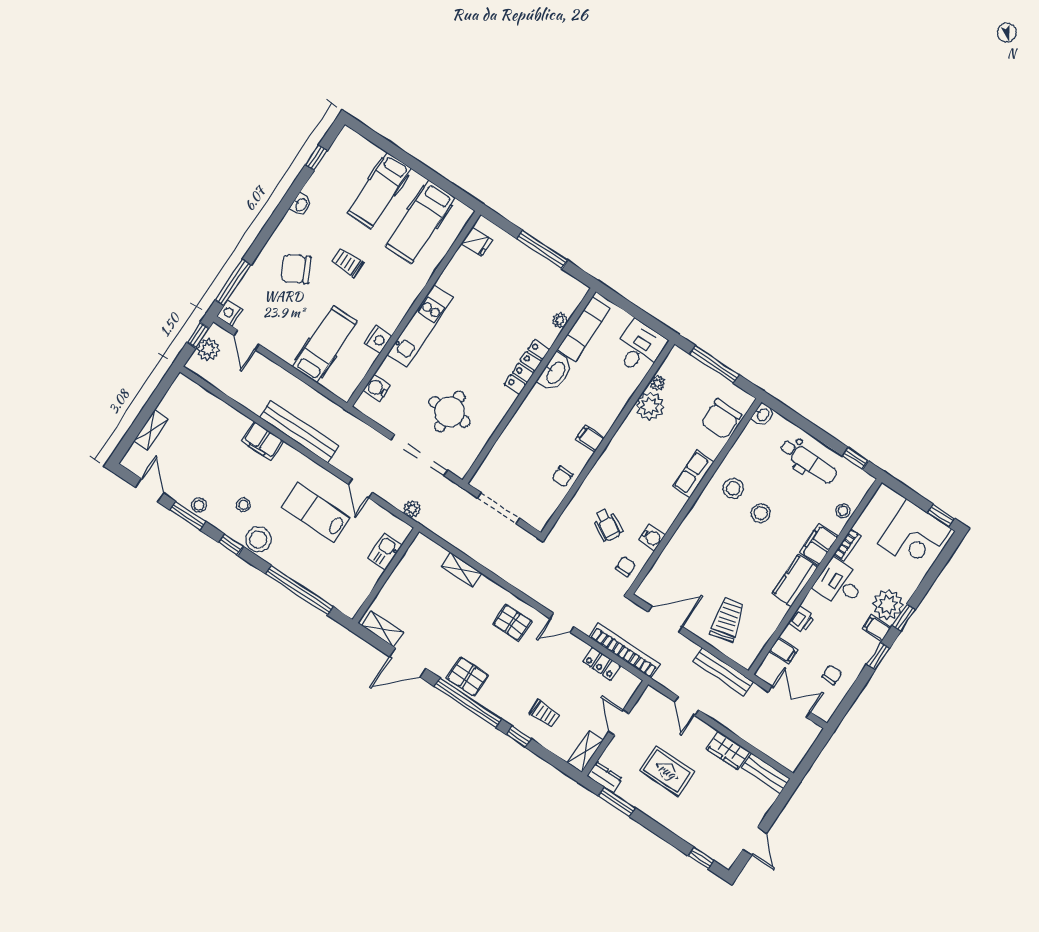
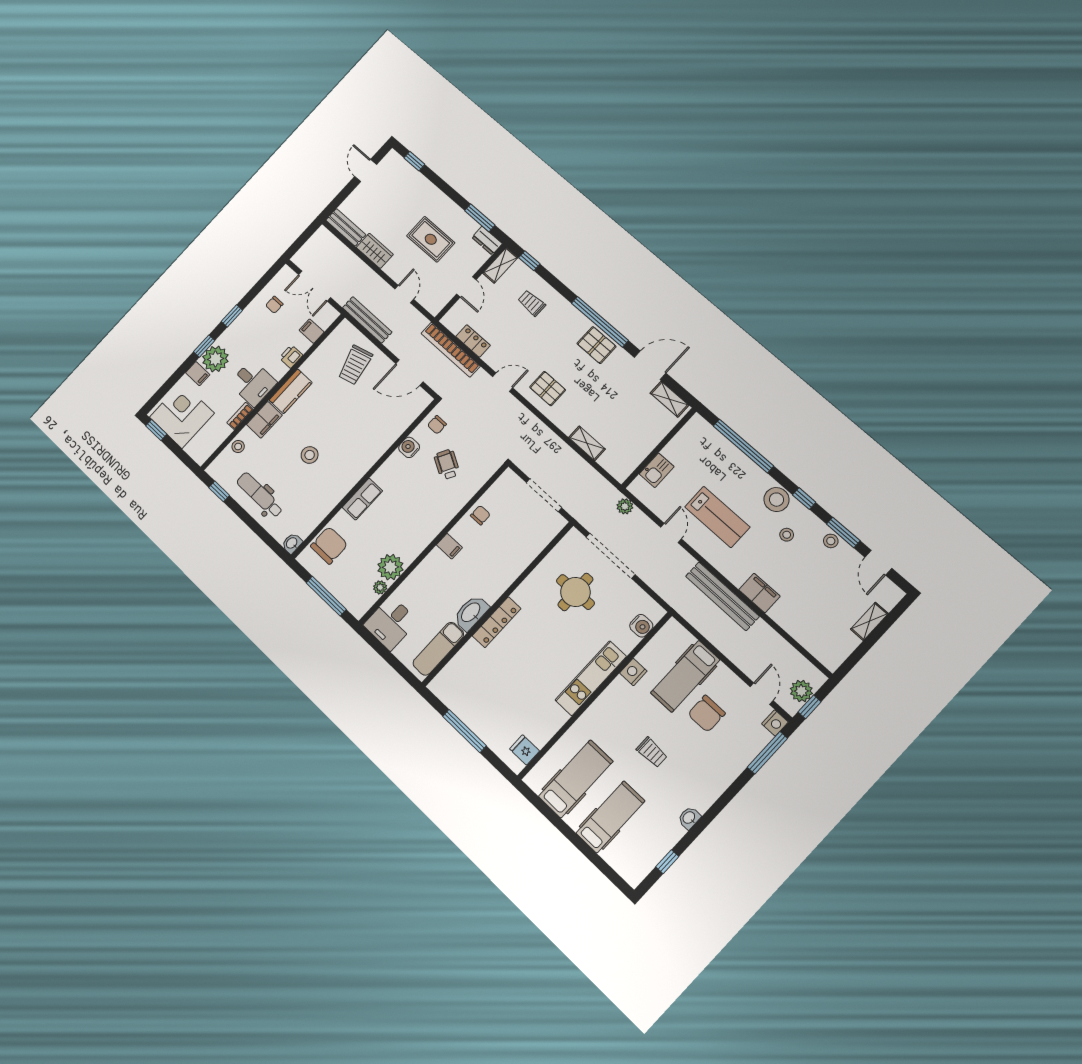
chair: (296, 269) -> (707, 714), moved, turned 118
plant: (560, 320) -> (459, 661), removed
stool: (733, 488) -> (329, 481), removed
filing cabinet: (877, 628) -> (198, 374), moved
window: (519, 737) -> (529, 261), moved

